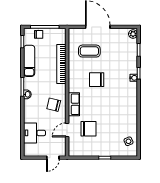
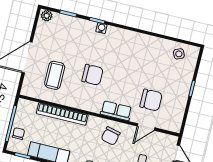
chair: (97, 80) -> (92, 75), turned -90
chair: (88, 129) -> (151, 100), turned 90
door: (67, 130) -> (146, 127), hinge flipped

